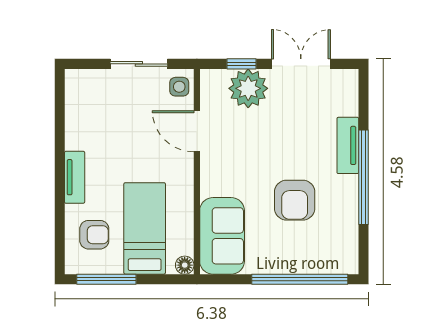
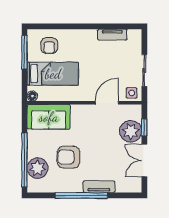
double door: (301, 64) -> (144, 161), swing flipped
tv unit: (75, 177) -> (112, 35), moved
plant: (315, 256) -> (38, 168), added

